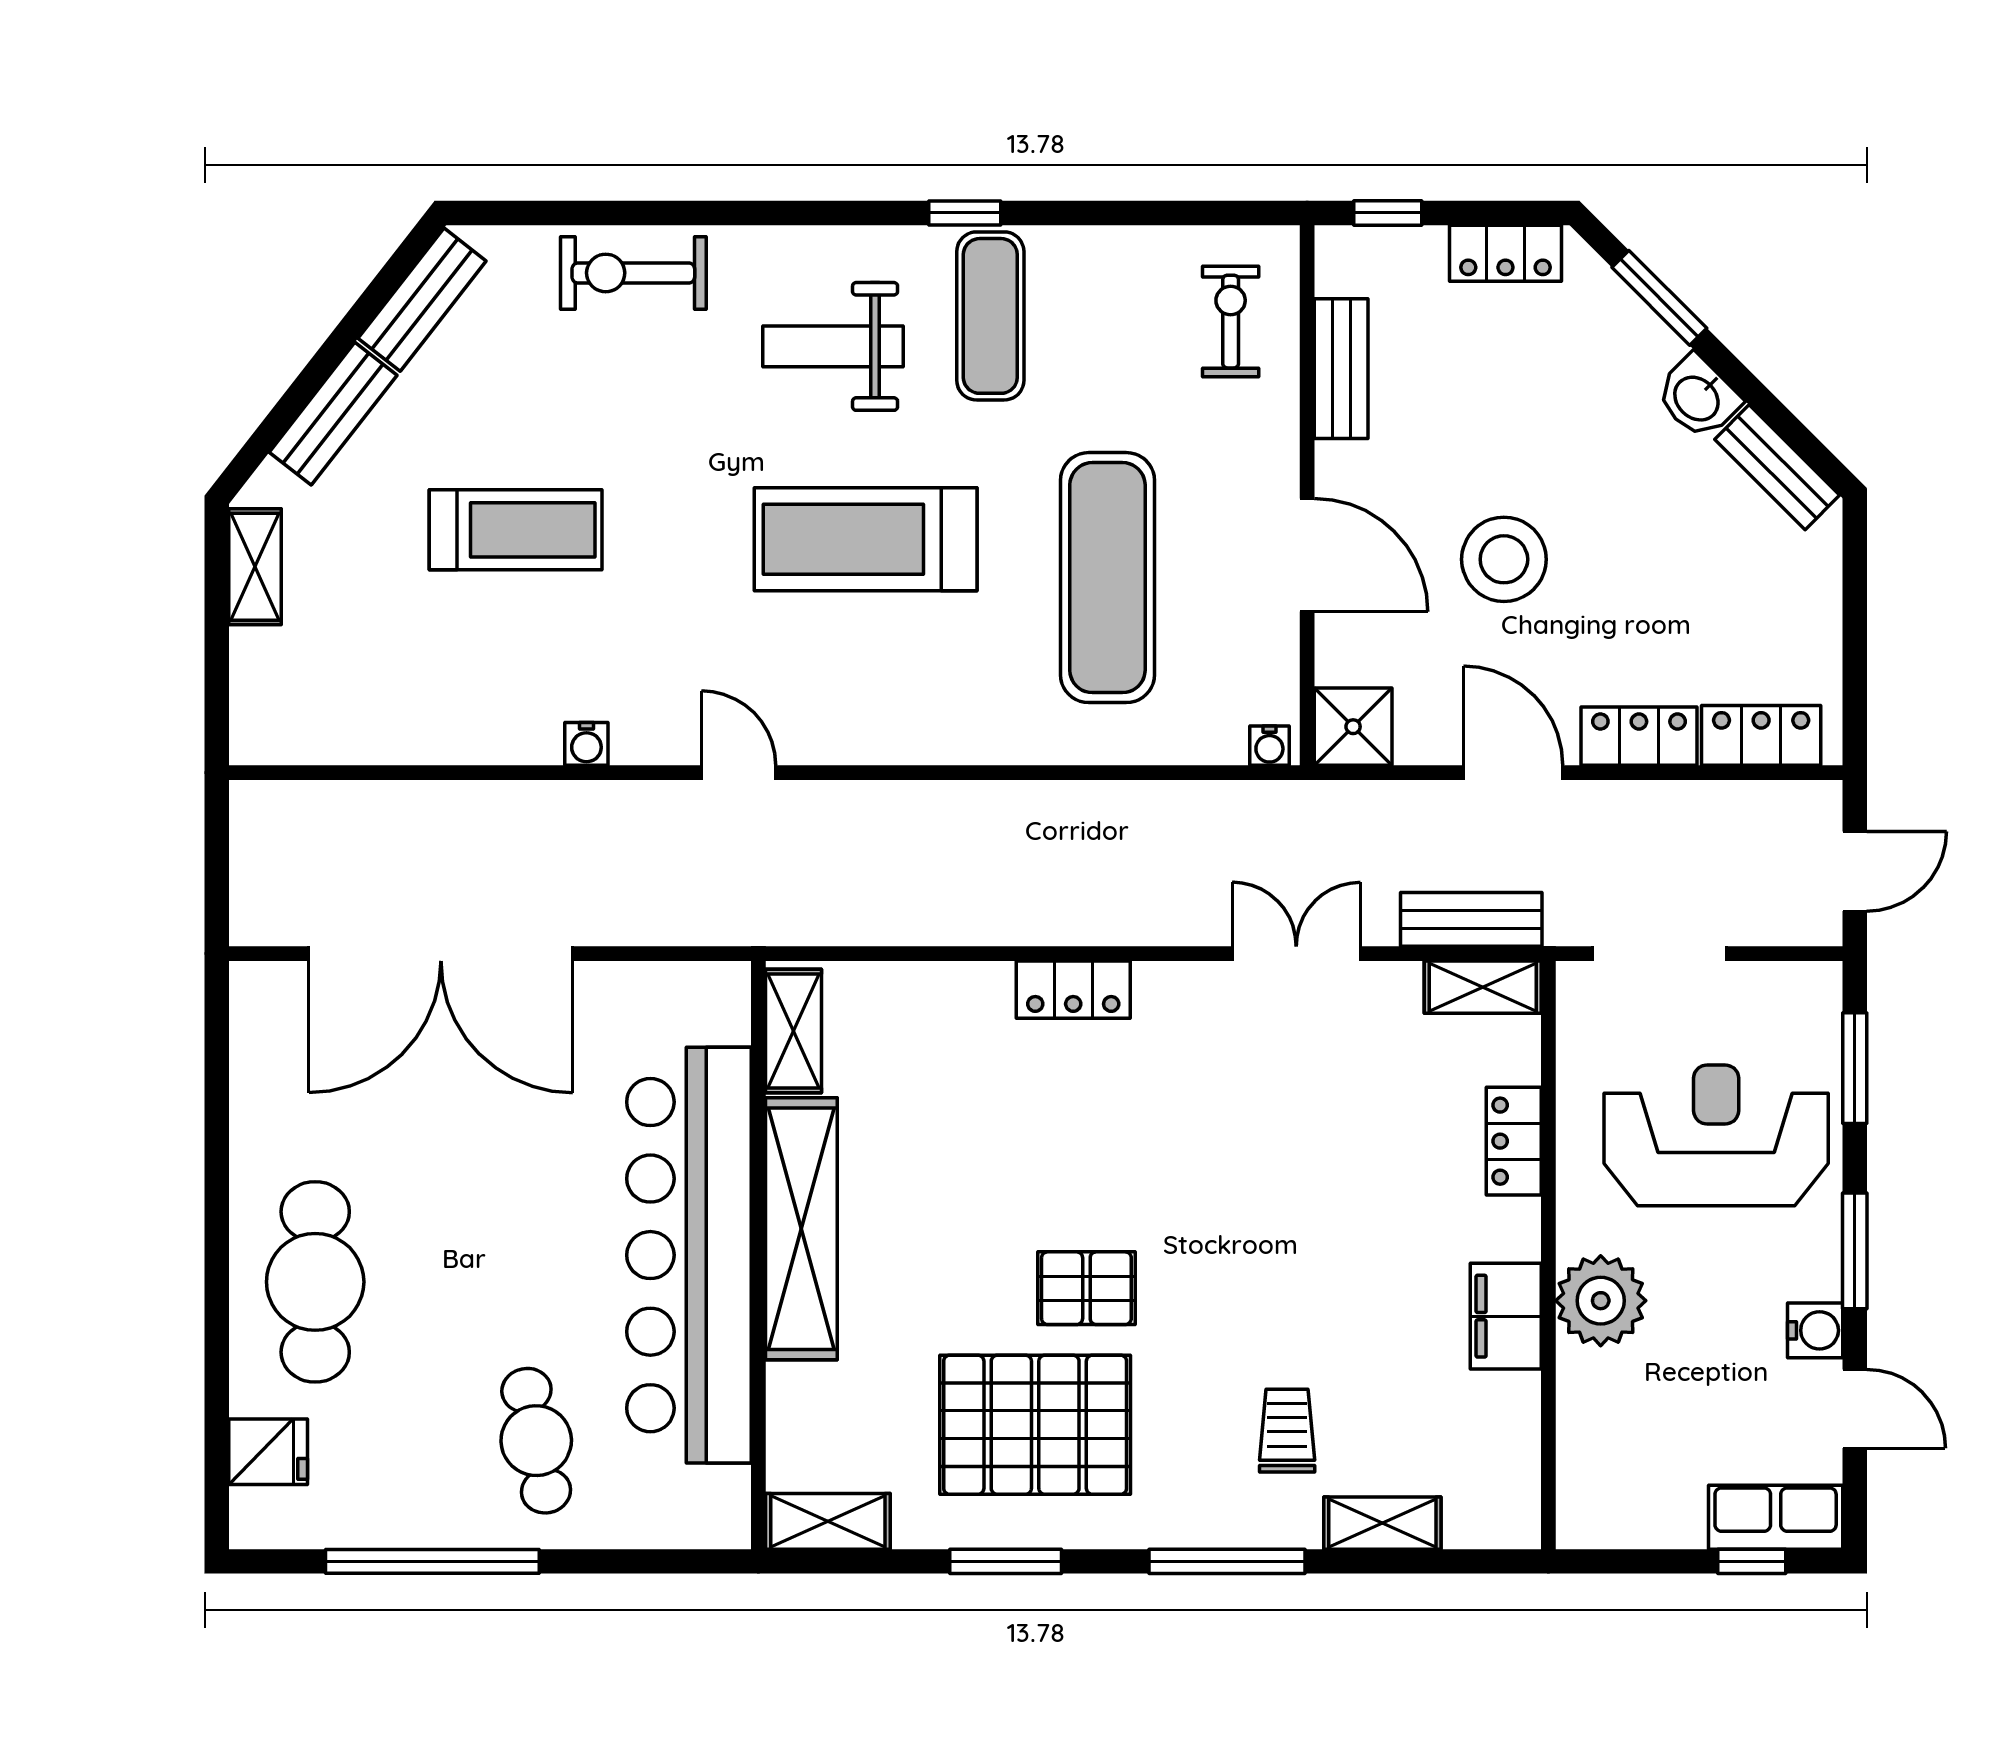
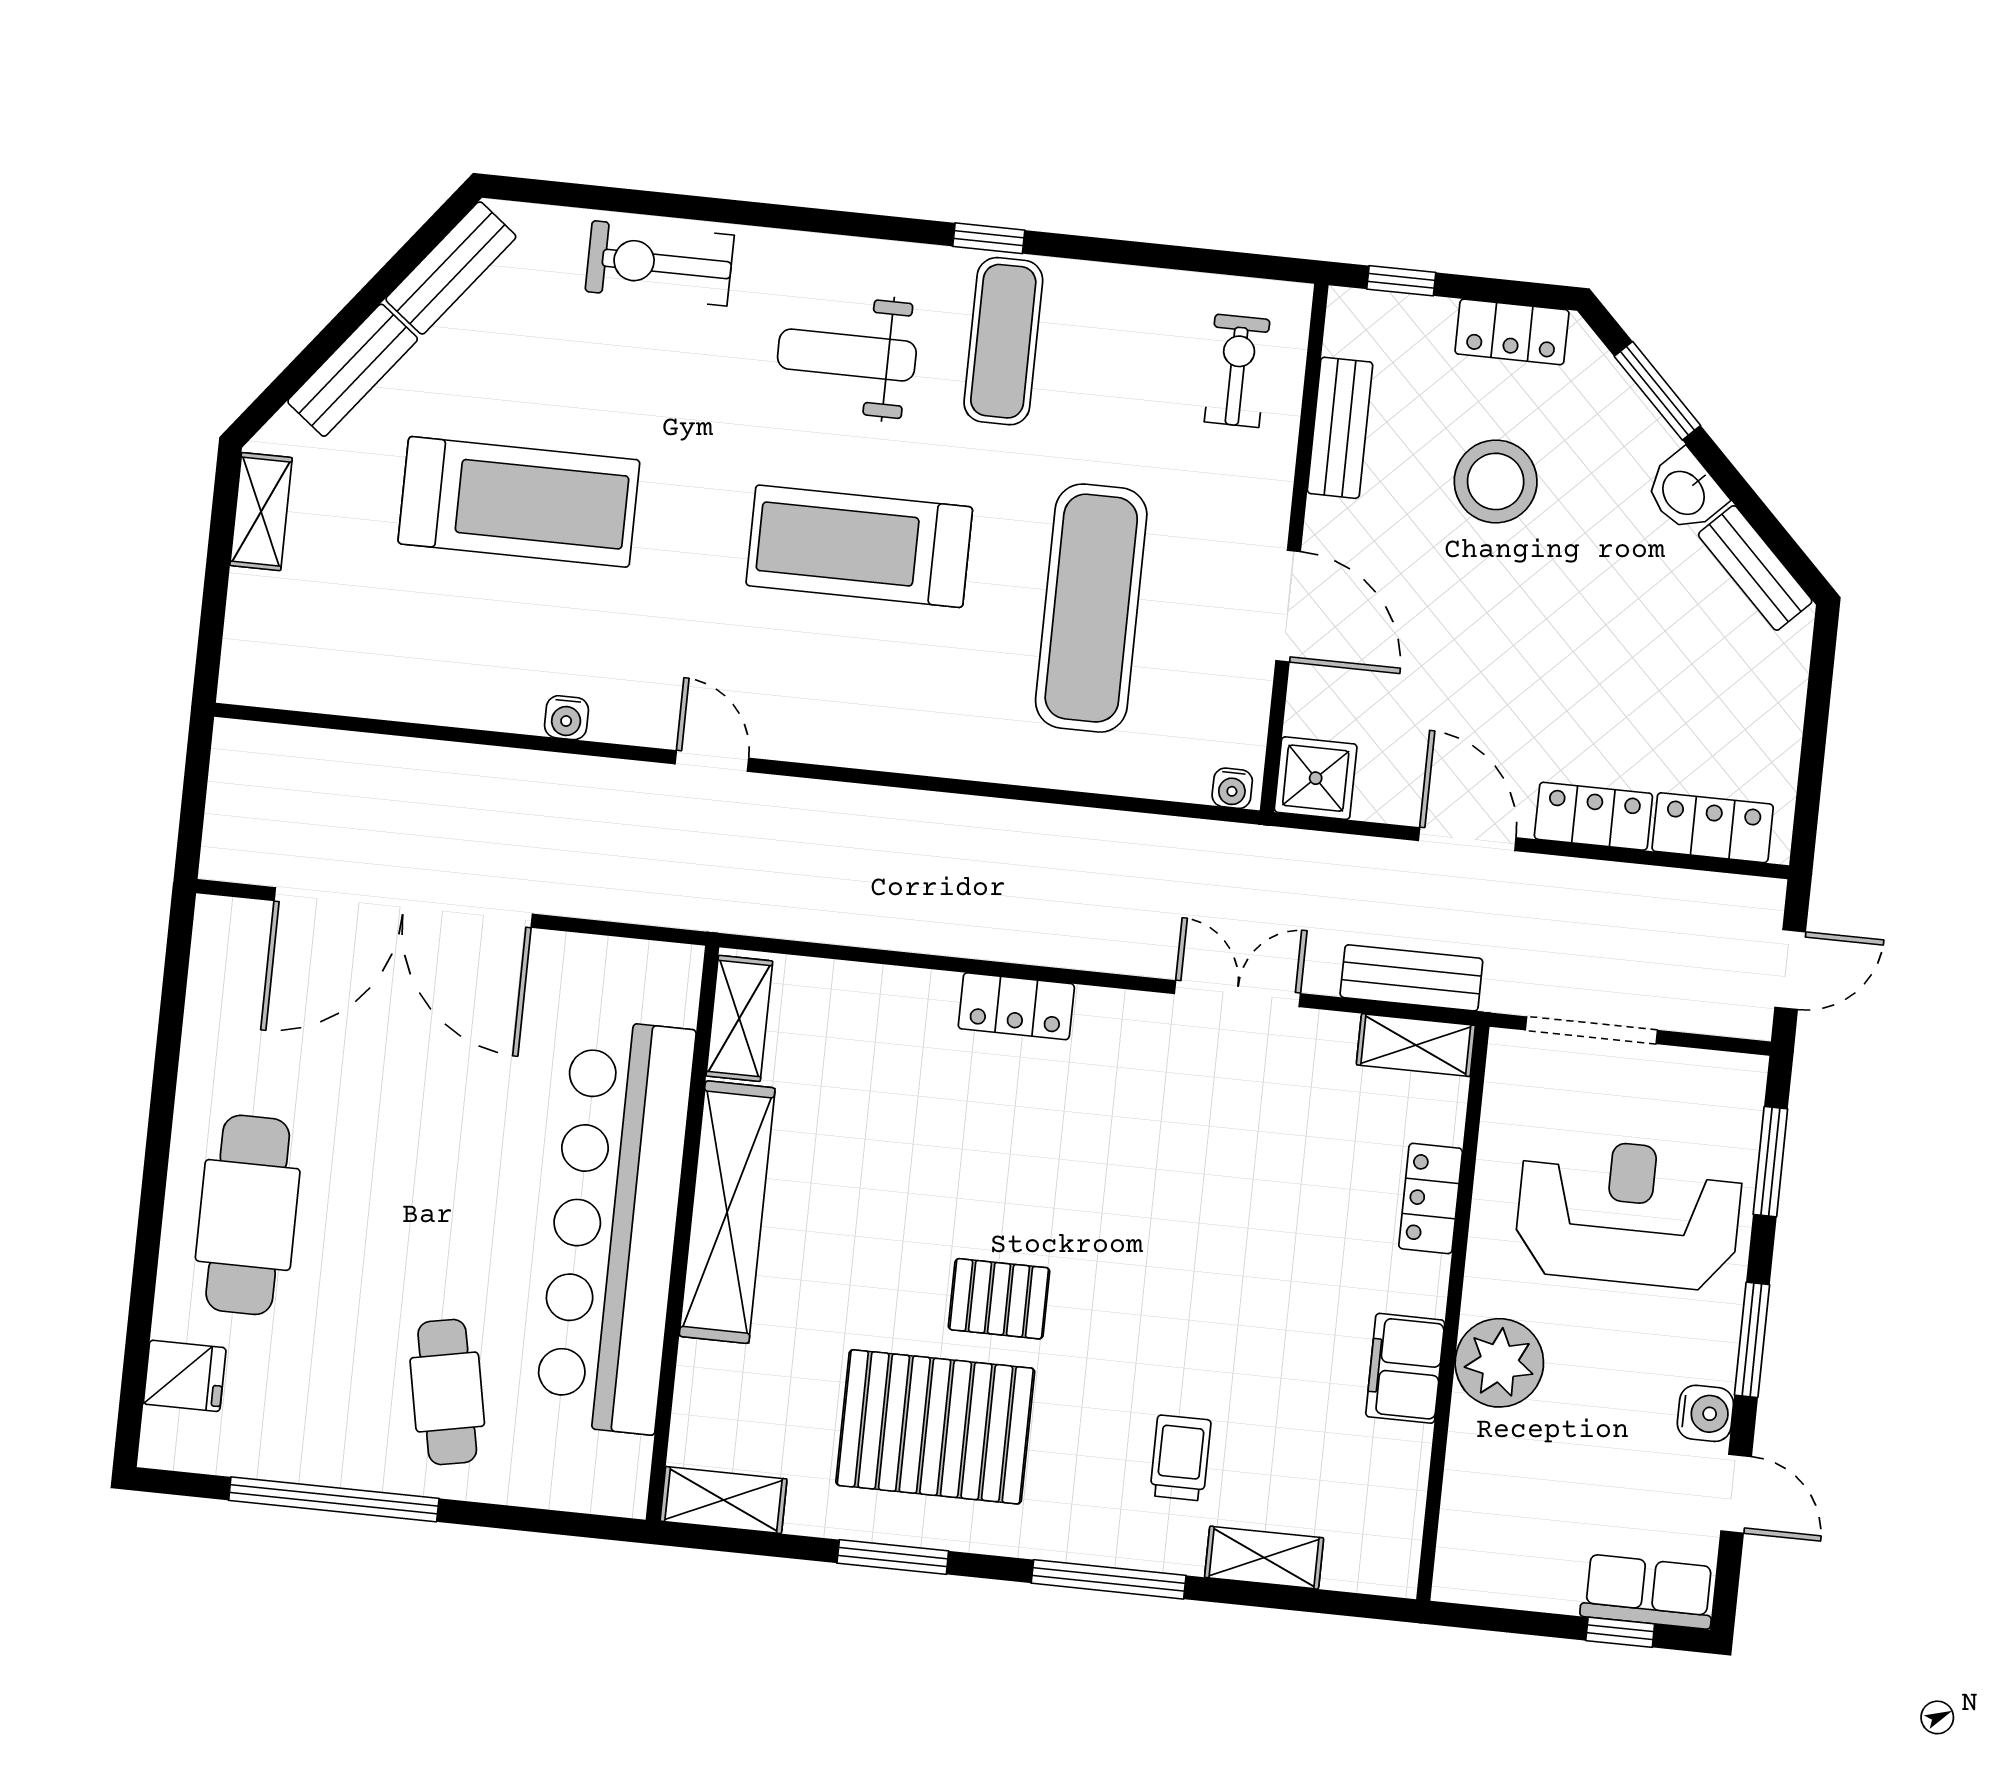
treadmill: (516, 530) -> (519, 502), width x1.37, depth x1.38
stool: (1504, 559) -> (1496, 481), moved

